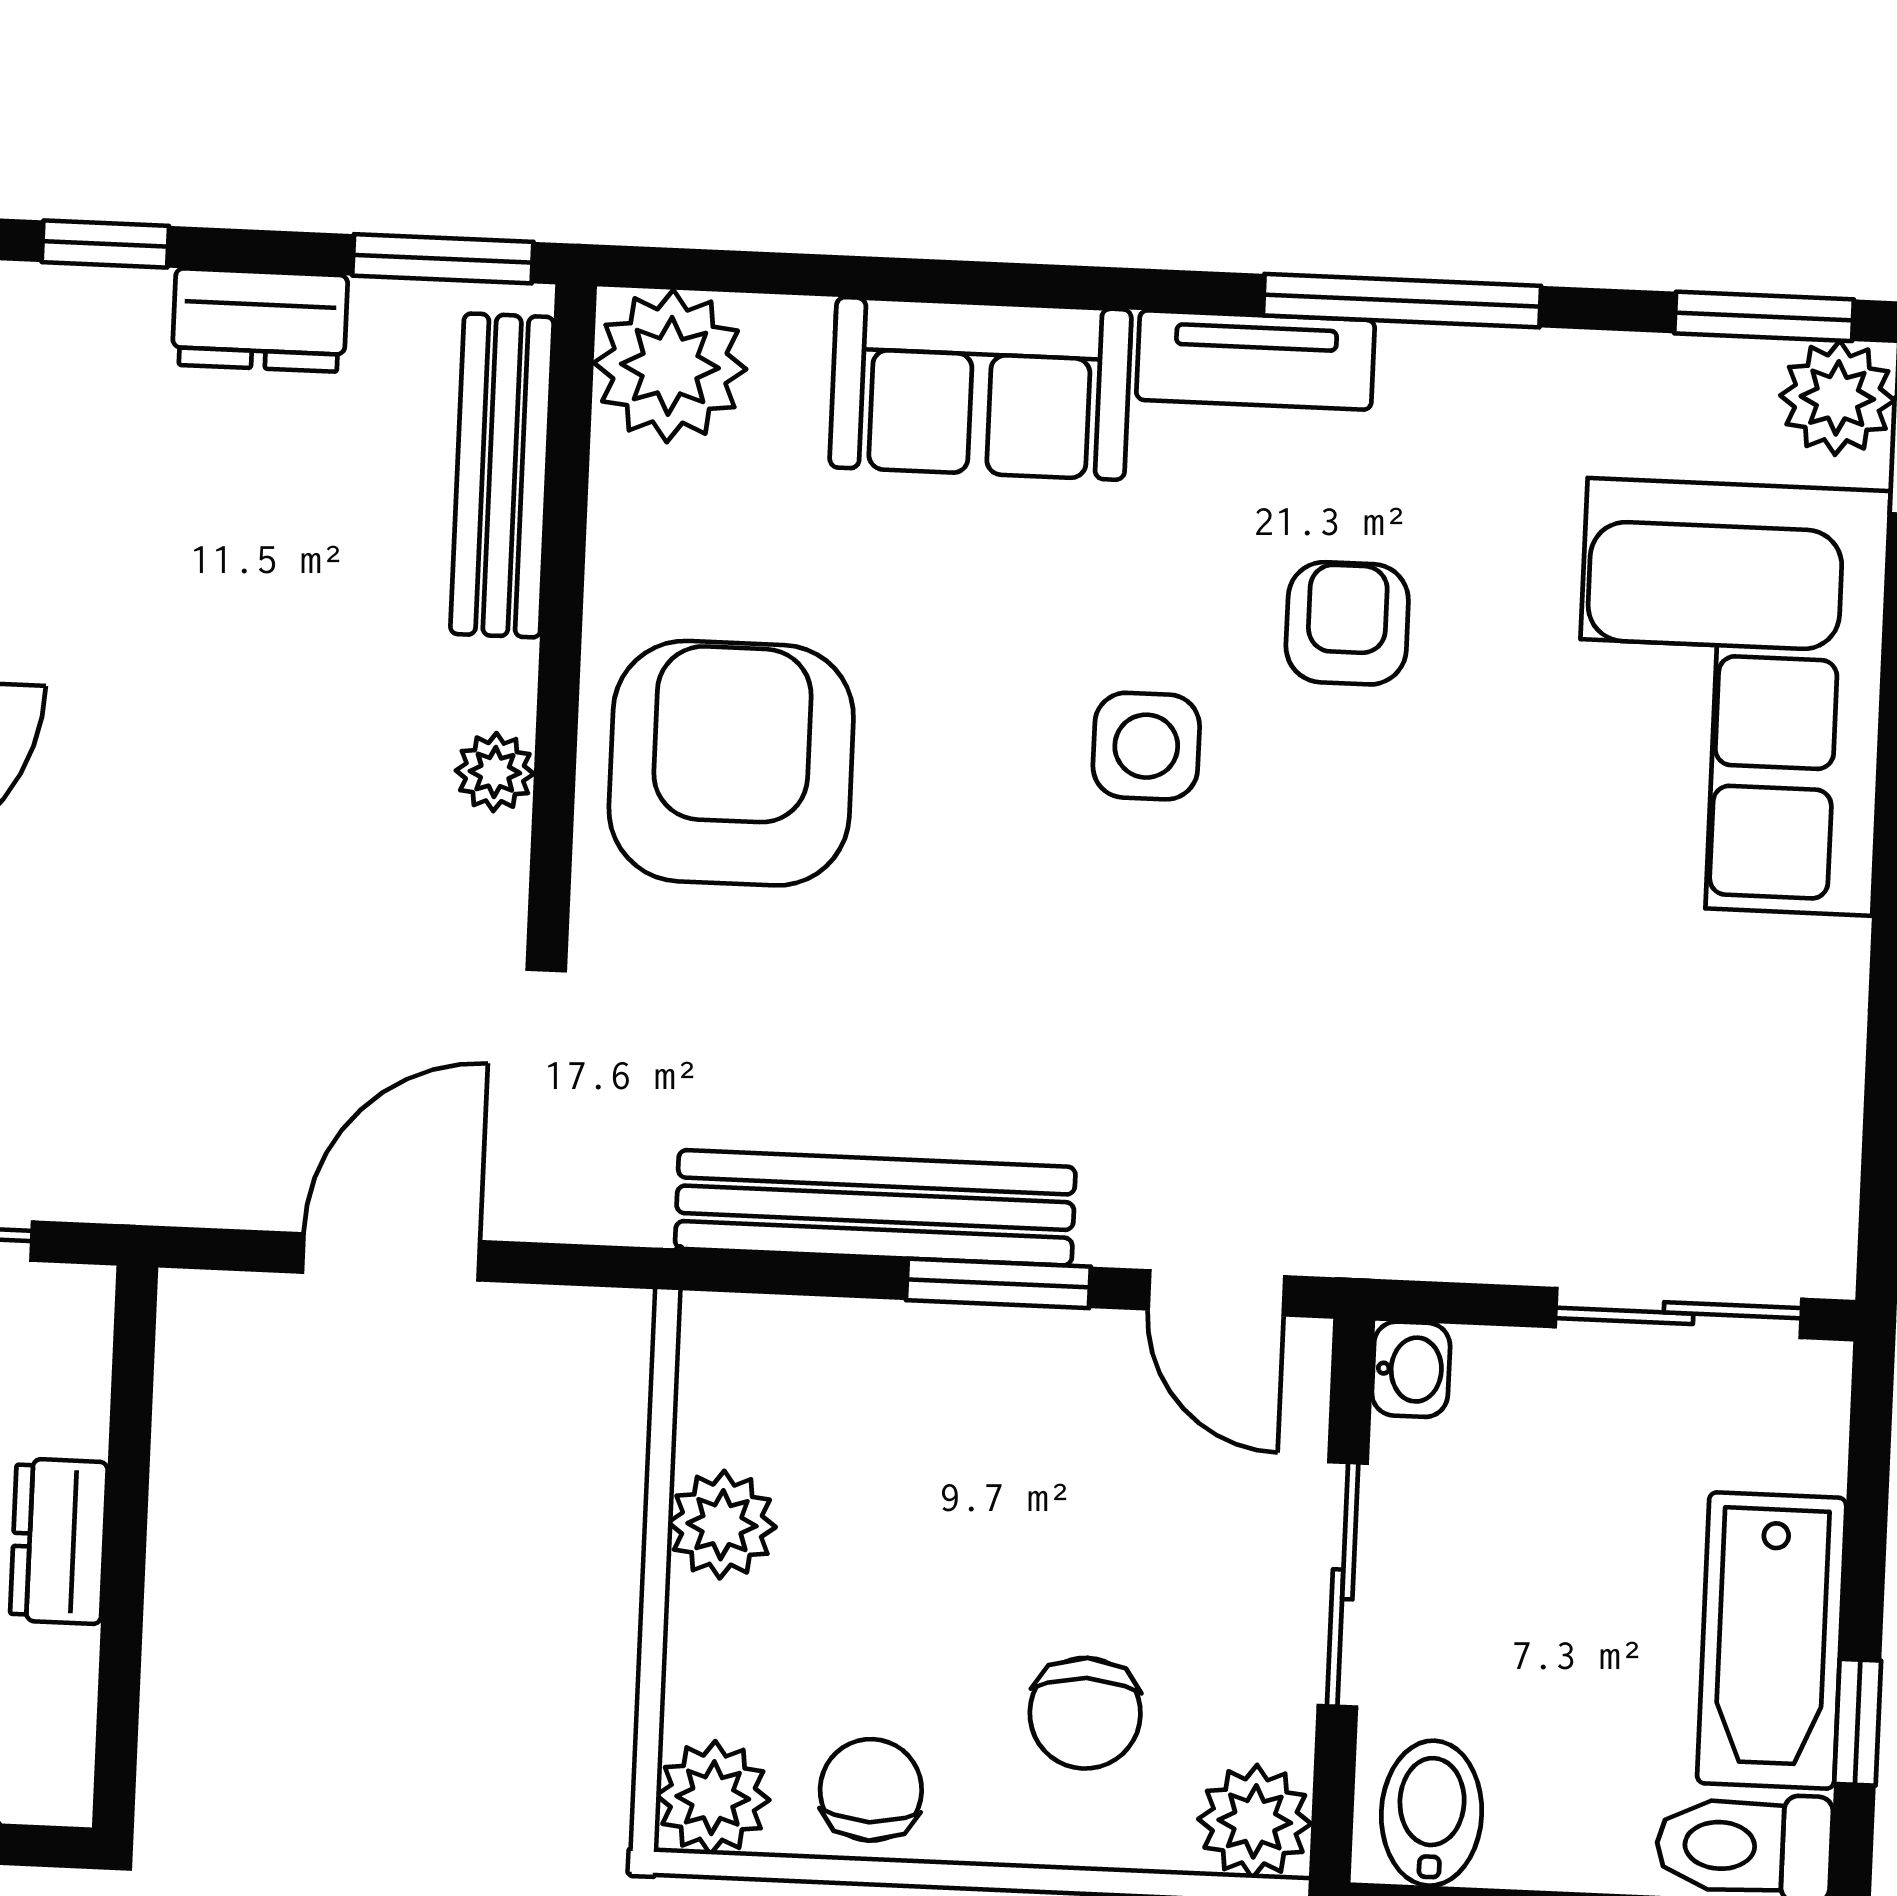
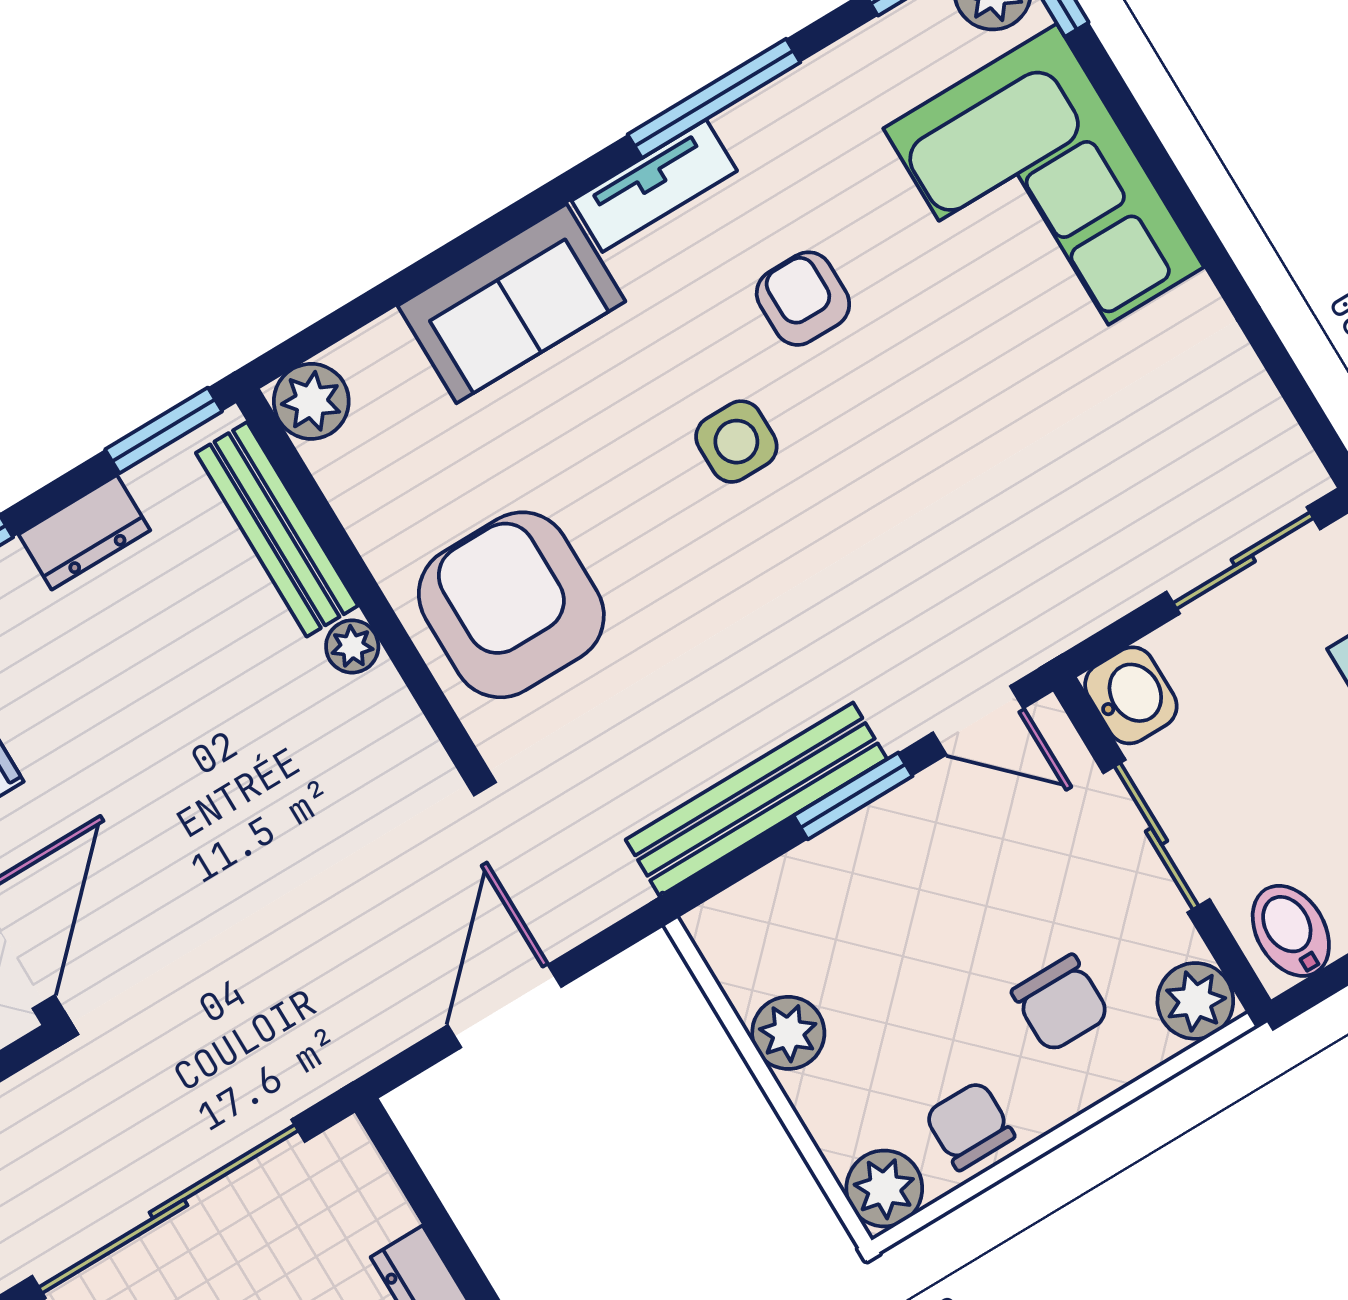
plant: (670, 366) -> (311, 401), width x0.73, depth x0.73
plant: (495, 772) -> (352, 646), moved
washbasin: (1411, 1369) -> (1131, 695), width x1.38, depth x1.45

